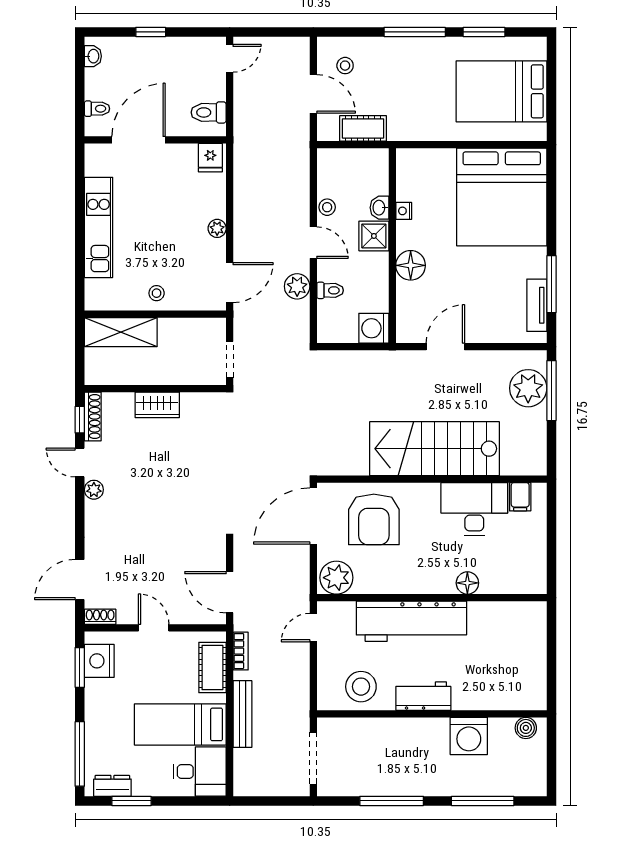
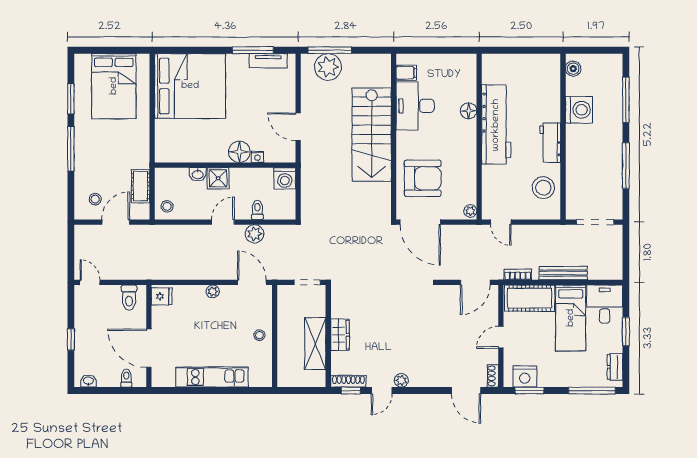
stool: (327, 207) -> (167, 206), moved
nightstand: (404, 211) -> (257, 157), moved
shelving: (121, 332) -> (315, 344), moved
plant: (336, 578) -> (470, 211), width x0.53, depth x0.53
workbench: (411, 621) -> (496, 125), moved
cot: (212, 667) -> (530, 298), width x1.37, depth x1.34
window: (131, 801) -> (626, 332), moved

